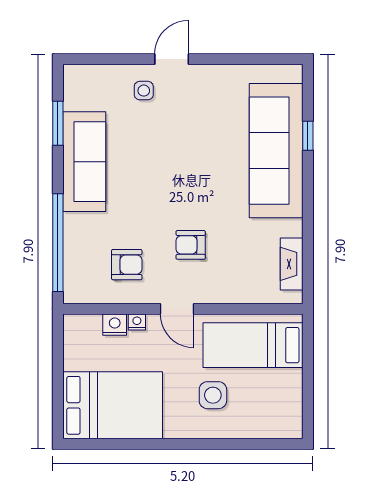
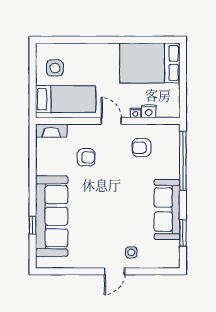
armchair: (191, 245) -> (86, 157), moved
fireplace: (292, 264) -> (51, 131), moved, turned 90
side table: (213, 395) -> (55, 68), moved

